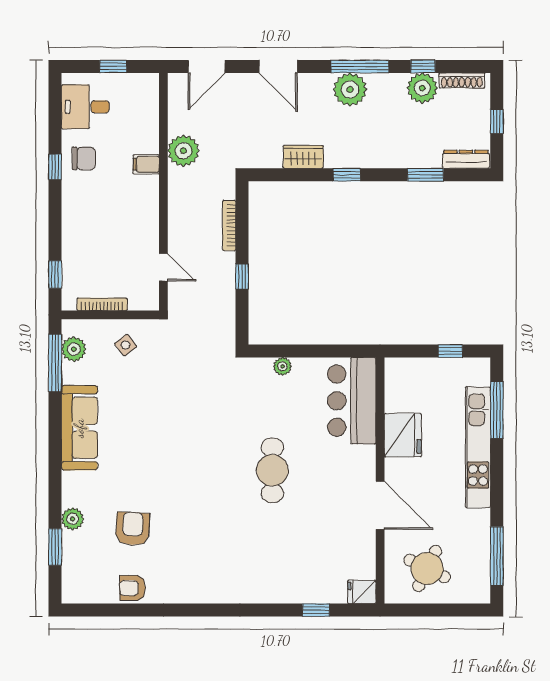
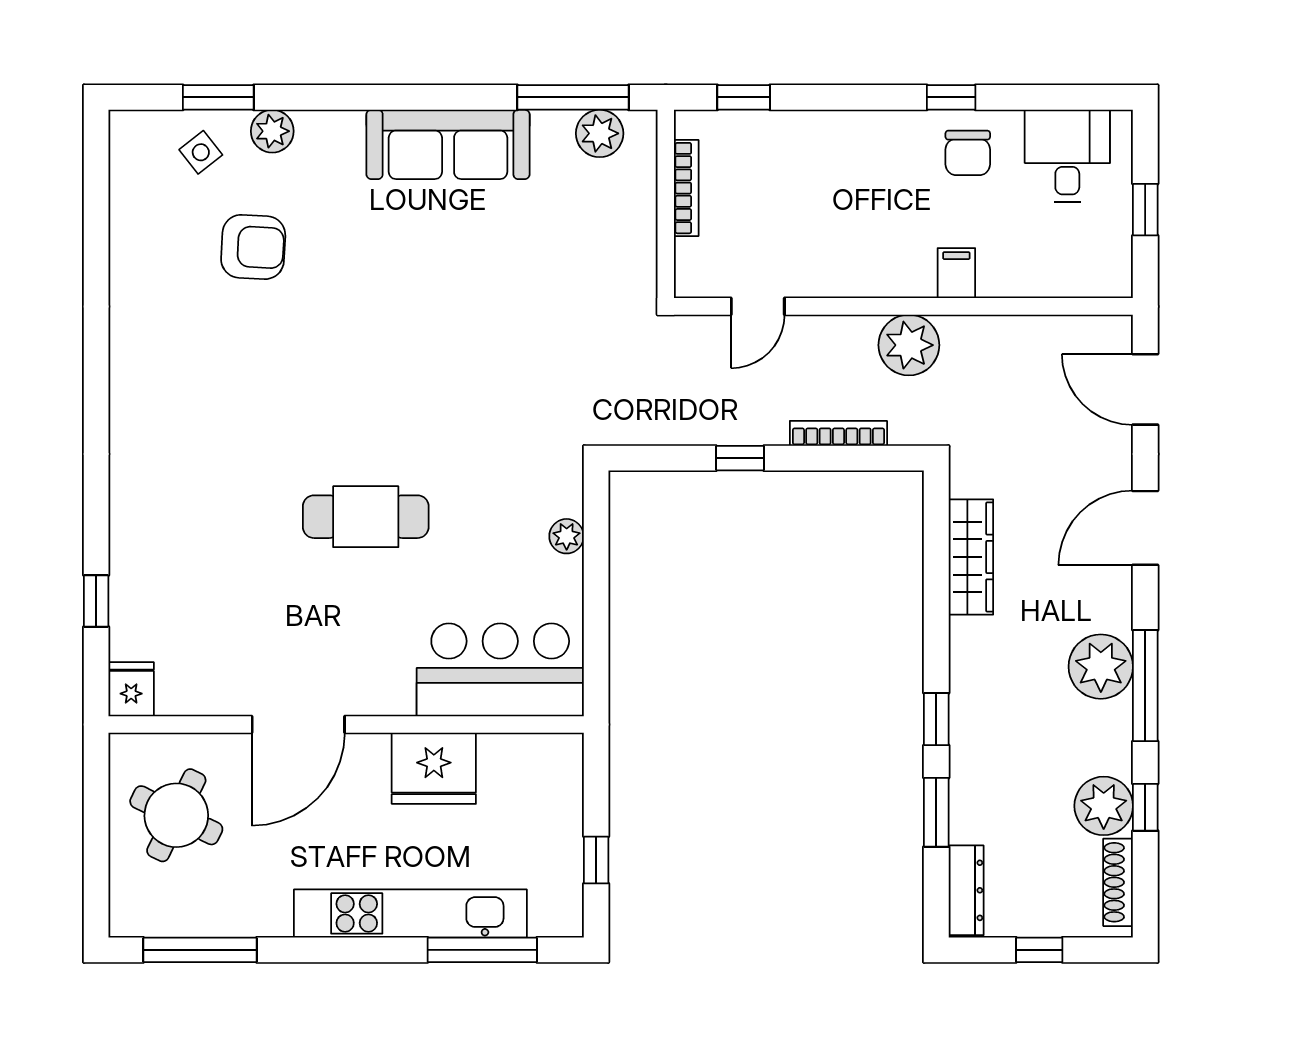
plant: (183, 151) -> (909, 345), moved
wardrobe: (303, 157) -> (971, 557), width x1.50
window: (347, 175) -> (936, 719), moved
side table: (126, 345) -> (201, 152), moved
armchair: (132, 588) -> (139, 247), removed

